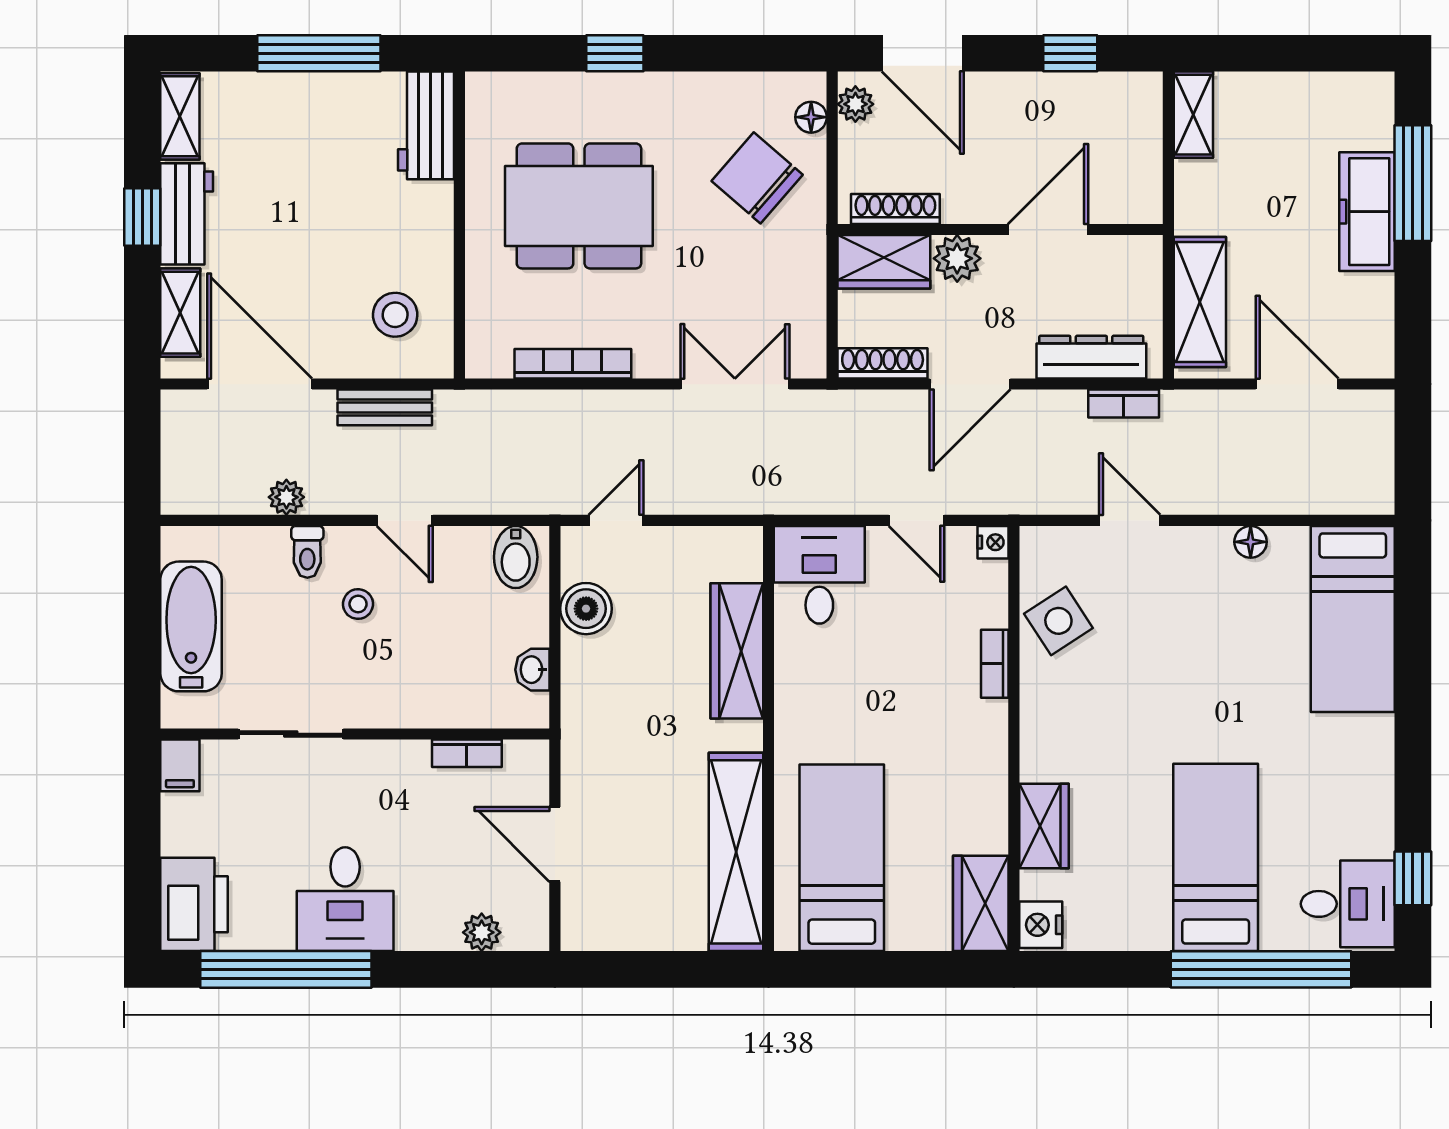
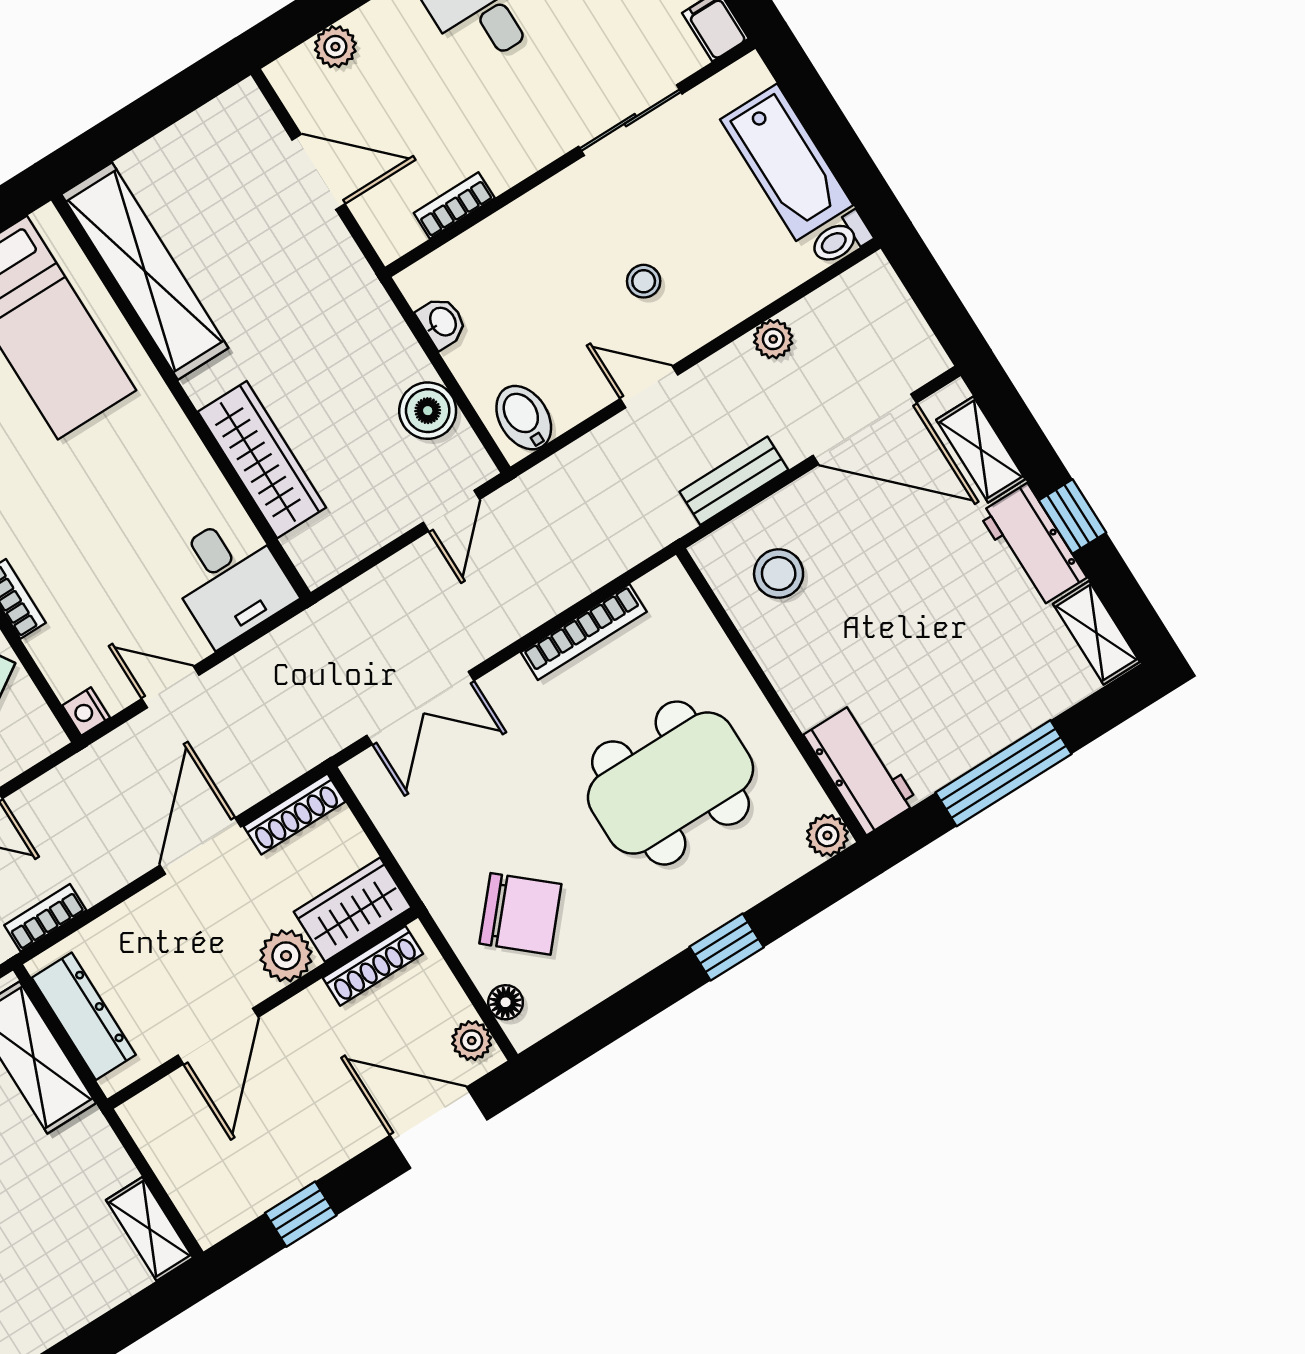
plant: (484, 90) -> (827, 835), added
dresser: (1091, 357) -> (84, 1016), moved, turned -90
toilet: (307, 552) -> (841, 239), moved, turned -90

